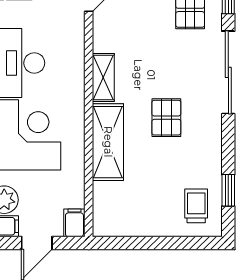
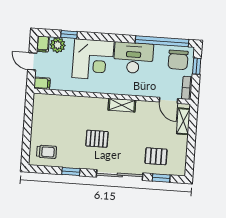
shelving: (108, 142) -> (86, 105), removed
window: (228, 190) -> (71, 172), moved

